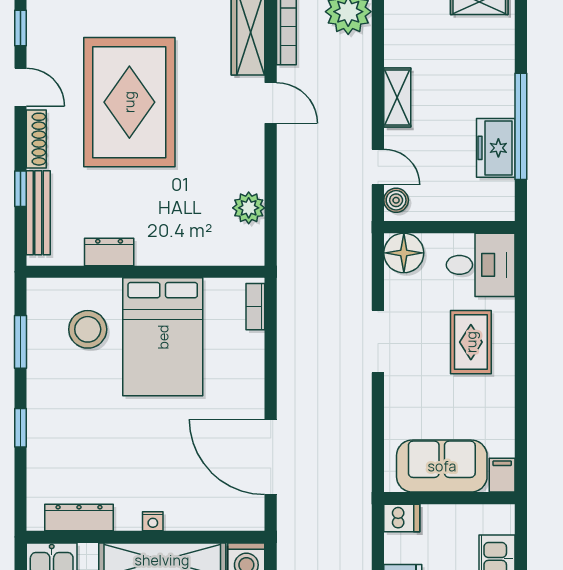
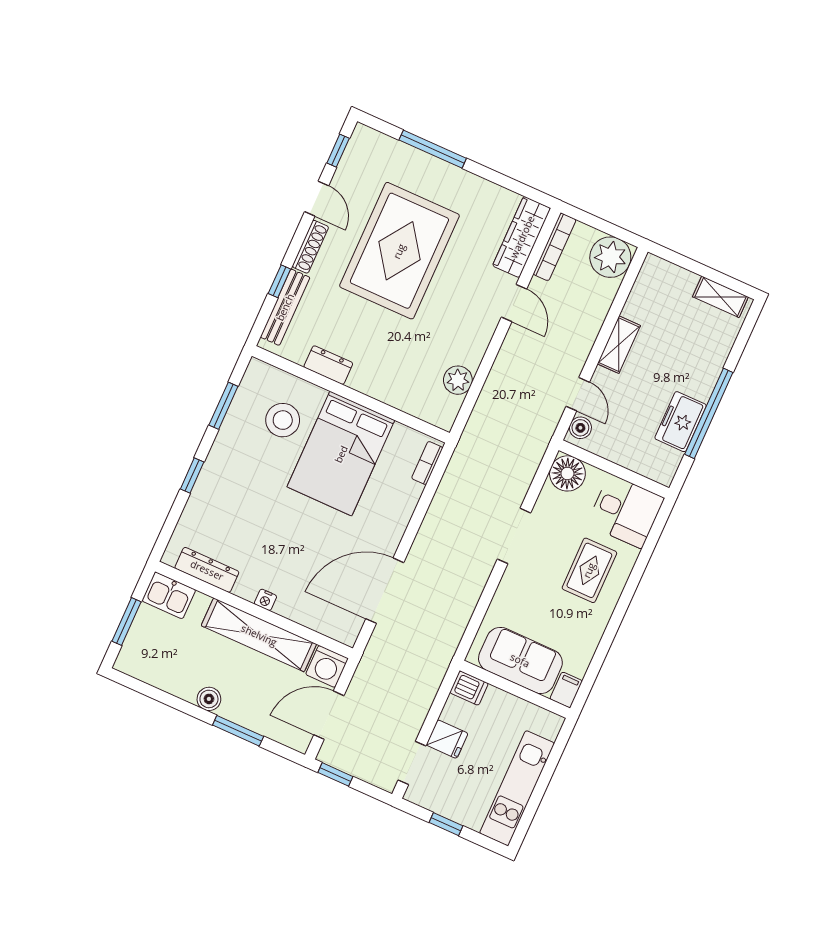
door: (271, 457) -> (385, 591), hinge flipped

